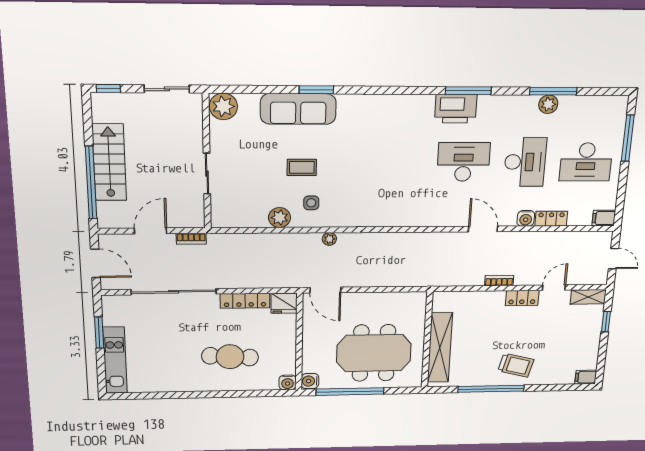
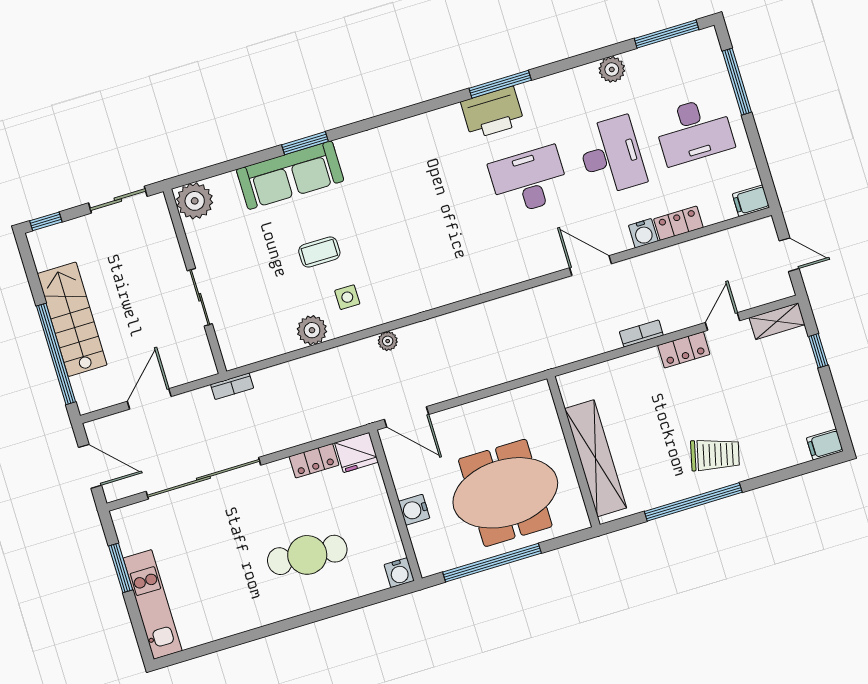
window: (553, 91) -> (667, 34), moved
bookcase: (191, 239) -> (232, 386), moved
locker: (245, 301) -> (314, 461), width x0.66
water cooler: (310, 381) -> (414, 510), moved

